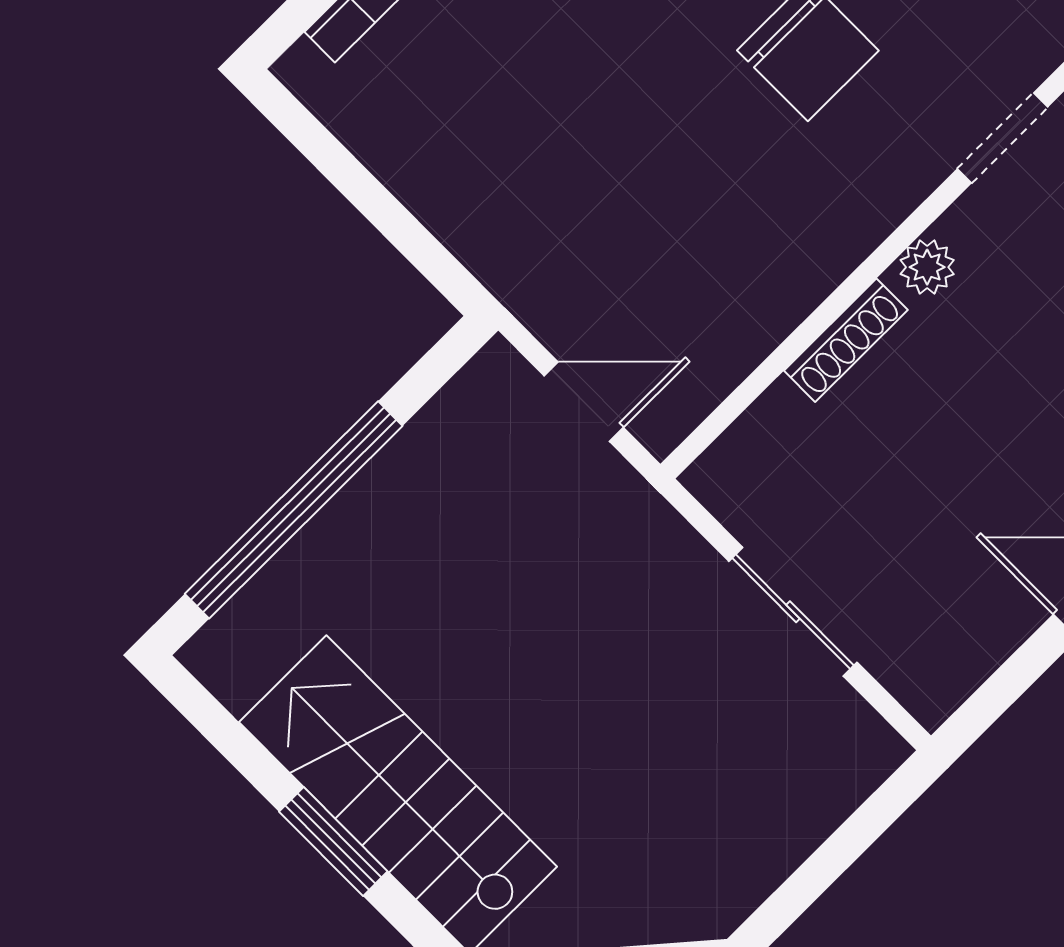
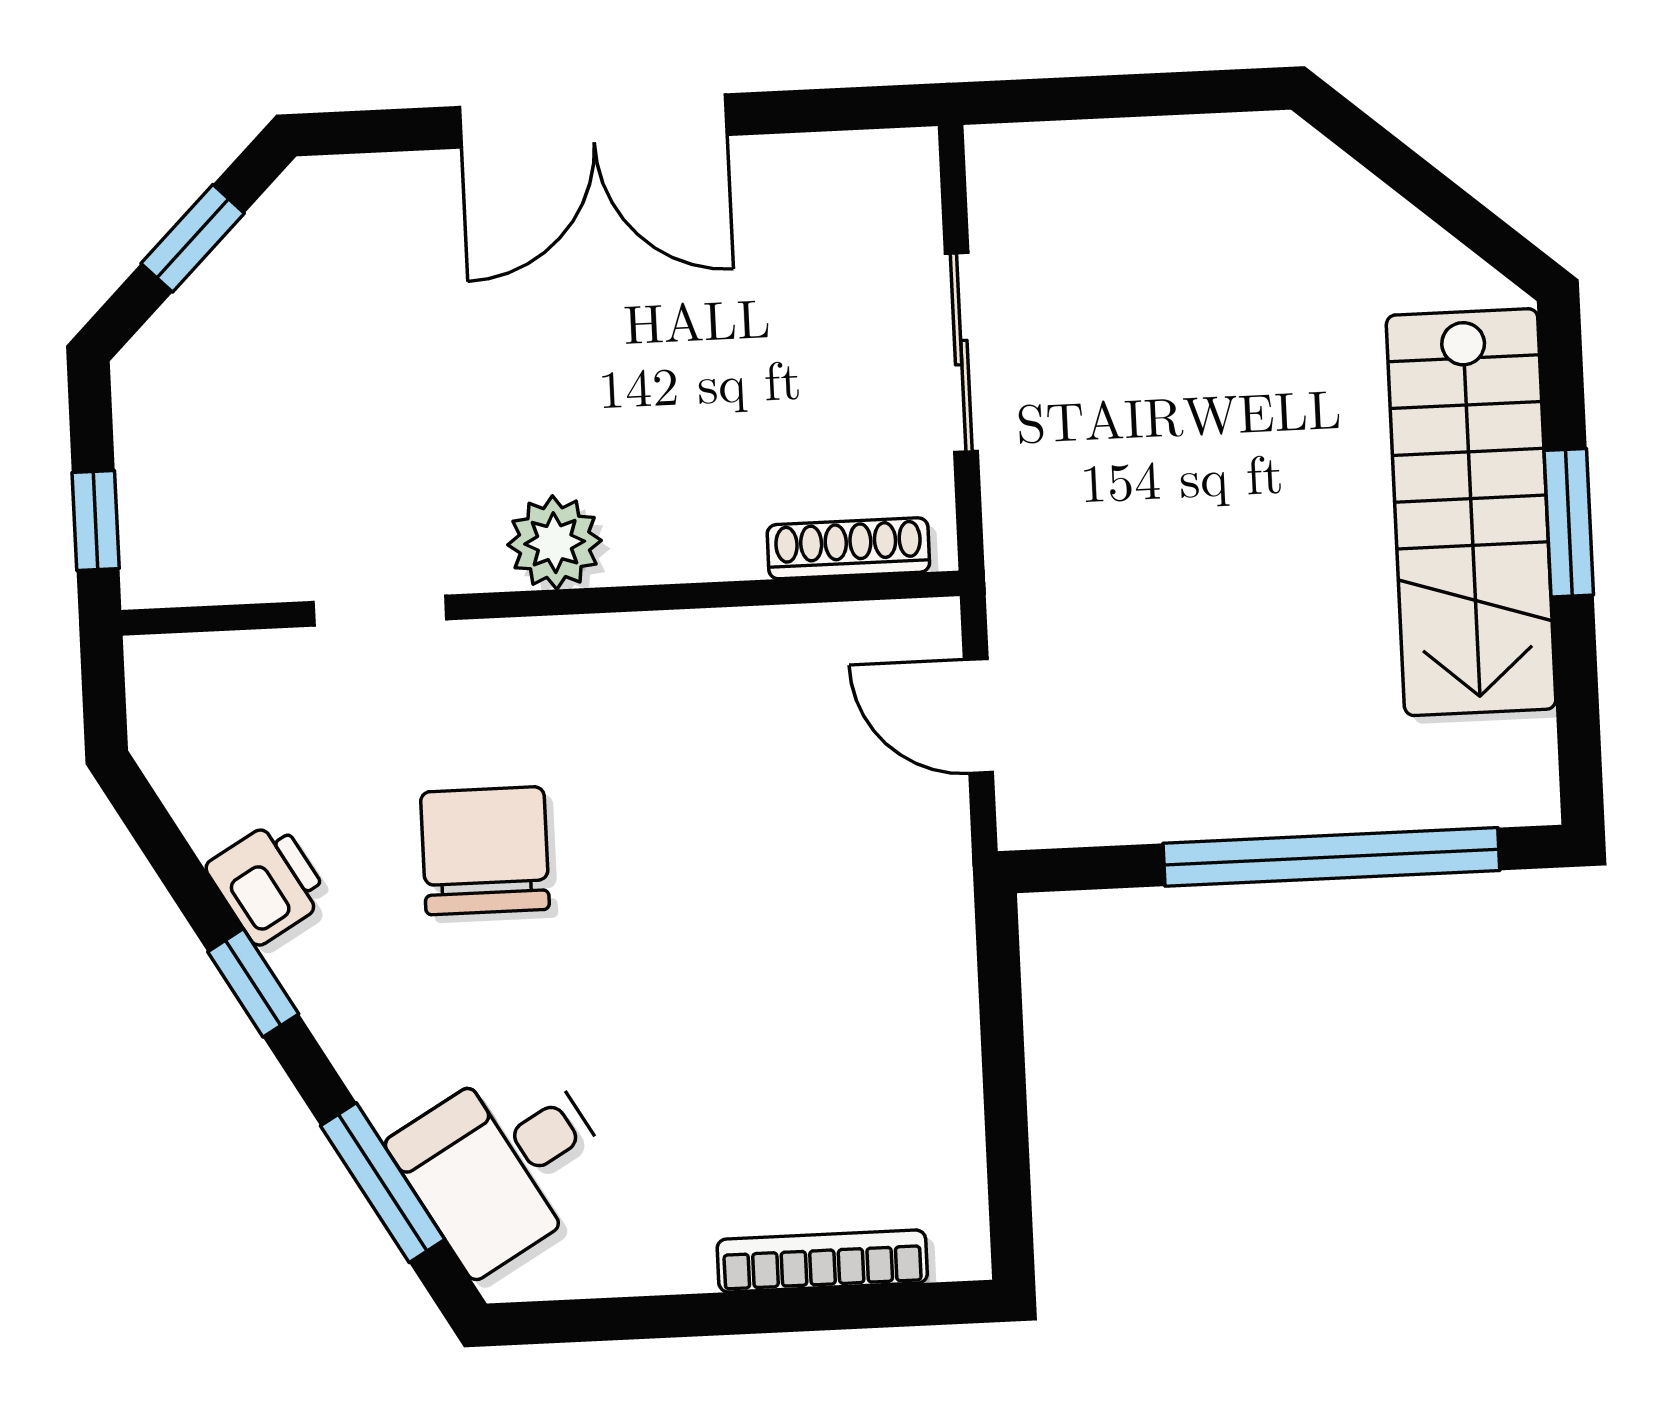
plant: (927, 267) -> (555, 543), width x1.38, depth x1.38
shoe rack: (846, 340) -> (848, 548), moved

